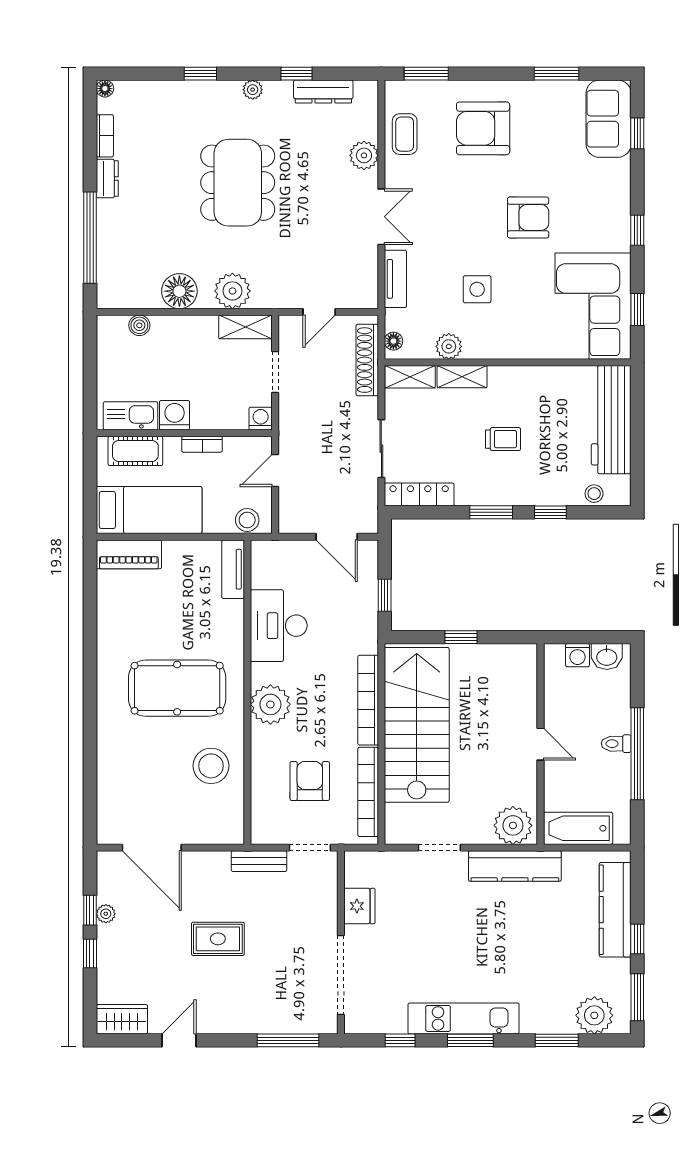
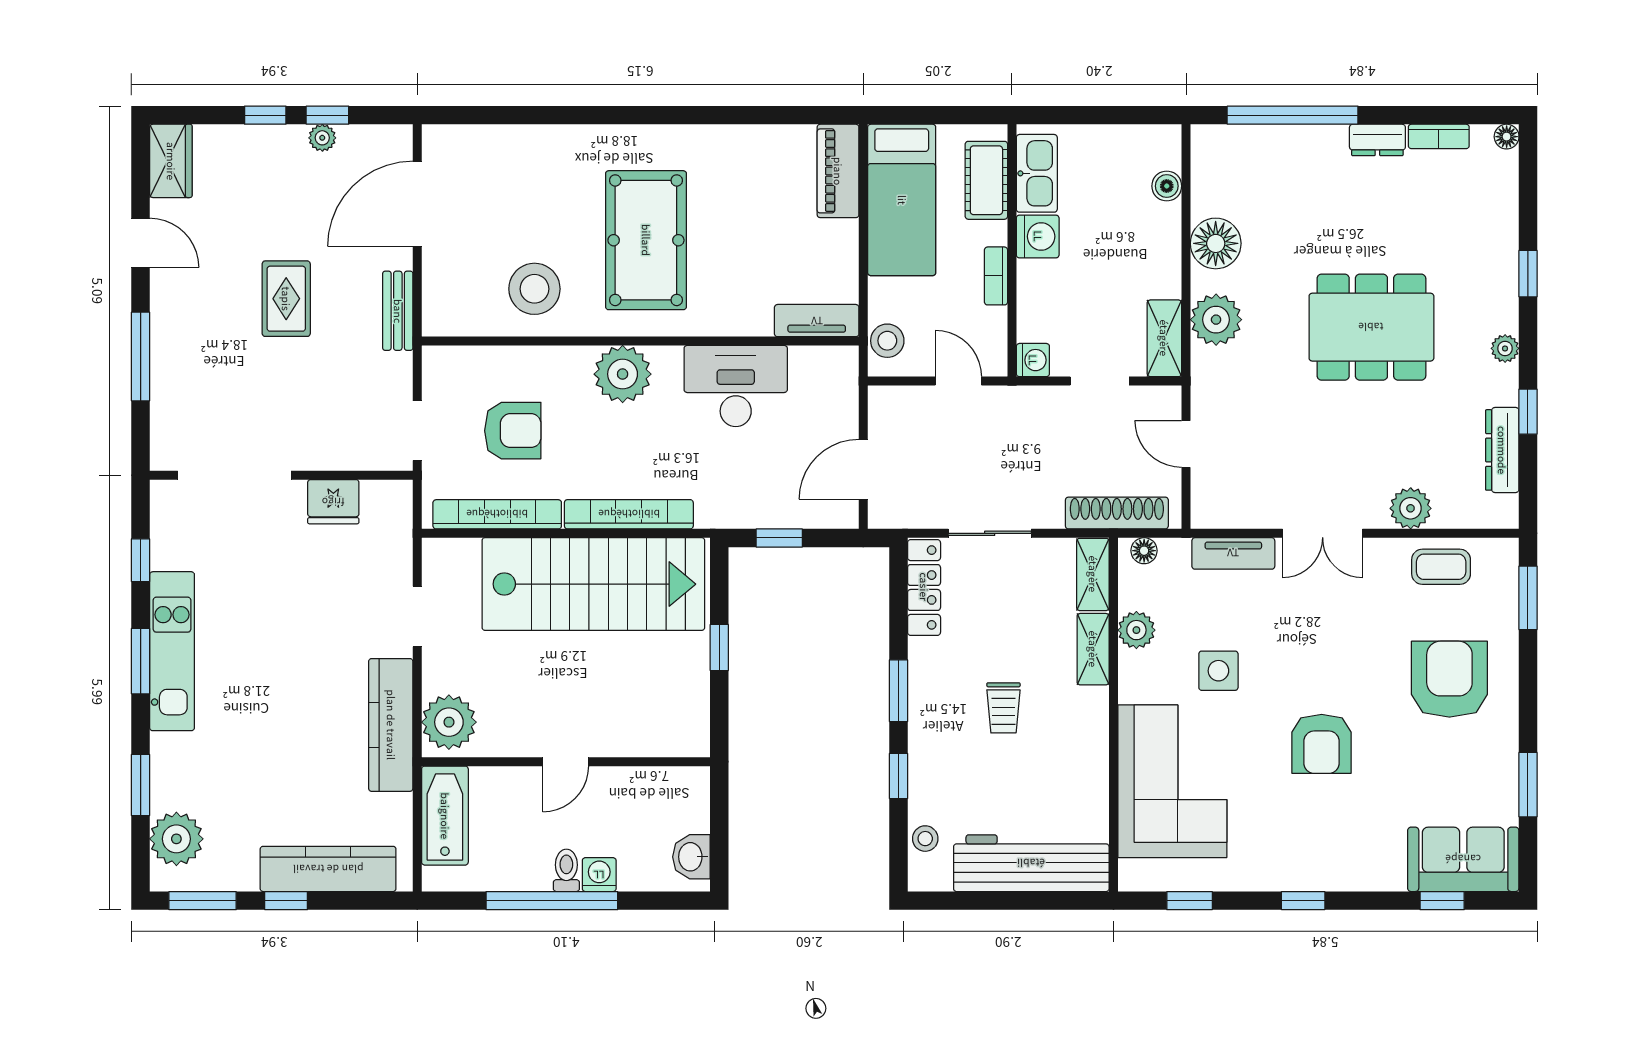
corner sofa: (593, 306) -> (1172, 781), moved, turned 90
washing machine: (577, 655) -> (599, 875), moved, turned 90
bench: (259, 861) -> (398, 311), moved
window: (288, 1040) -> (141, 356), moved

